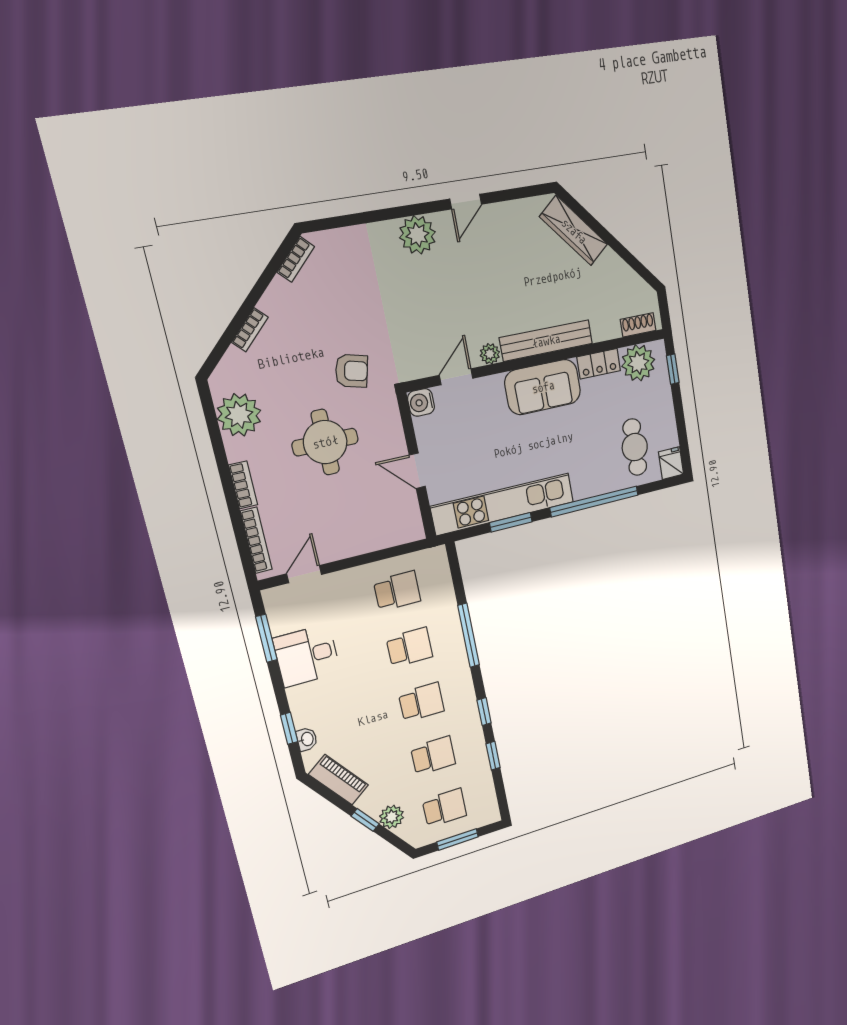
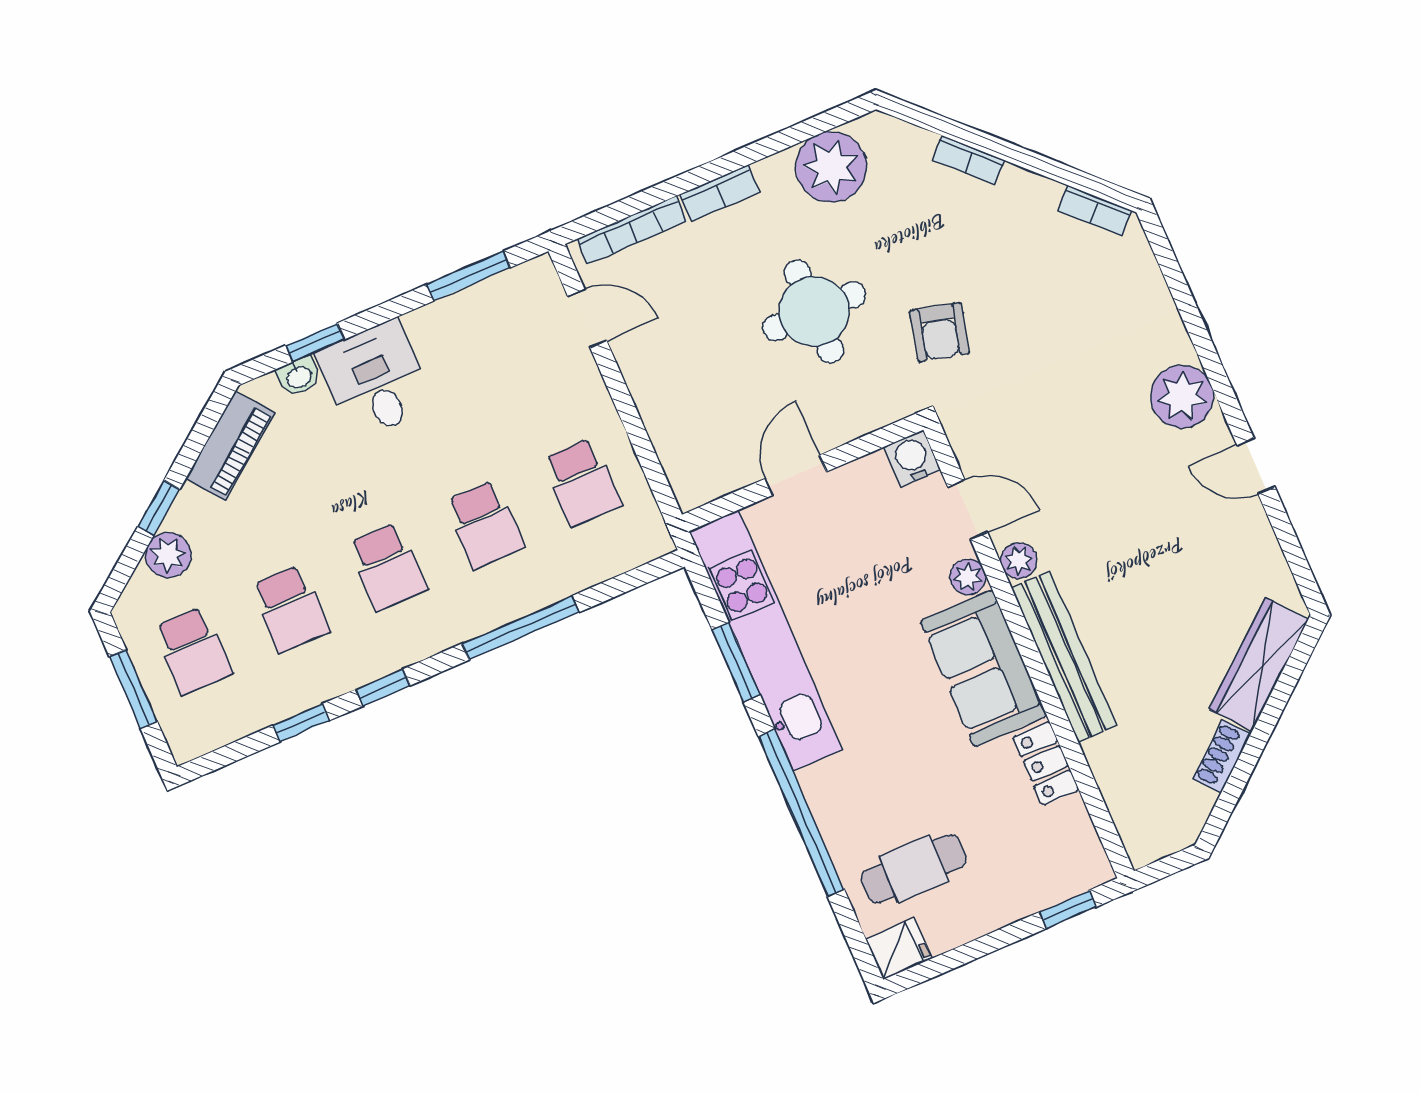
shoe rack: (638, 325) -> (1222, 756), moved, turned -130
plant: (638, 363) -> (968, 577), moved, width x0.53, depth x0.53
desk: (307, 656) -> (375, 380), moved

